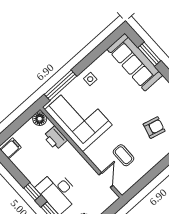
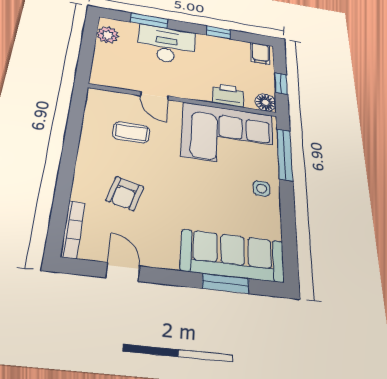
window: (19, 122) -> (281, 84), added
door: (106, 180) -> (154, 96), moved
window: (32, 192) -> (218, 32), moved

